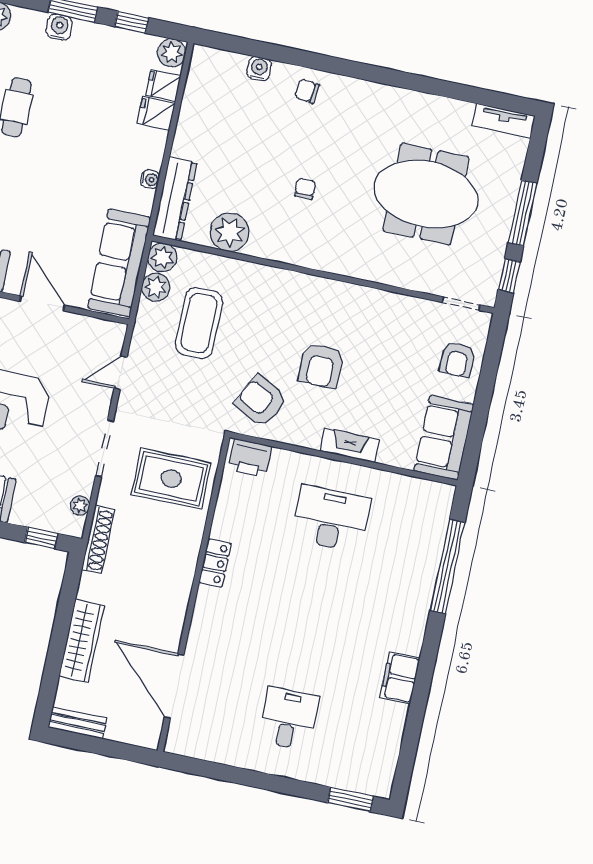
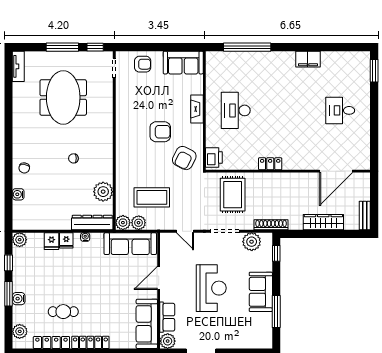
fridge: (163, 85) -> (66, 240), moved
plant: (80, 506) -> (252, 242), width x1.88, depth x1.88

